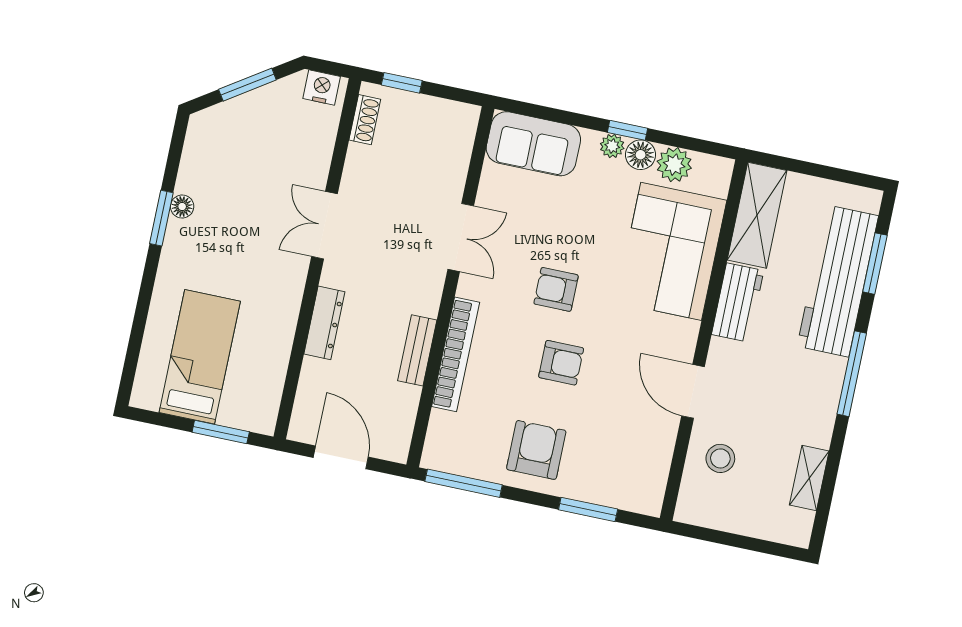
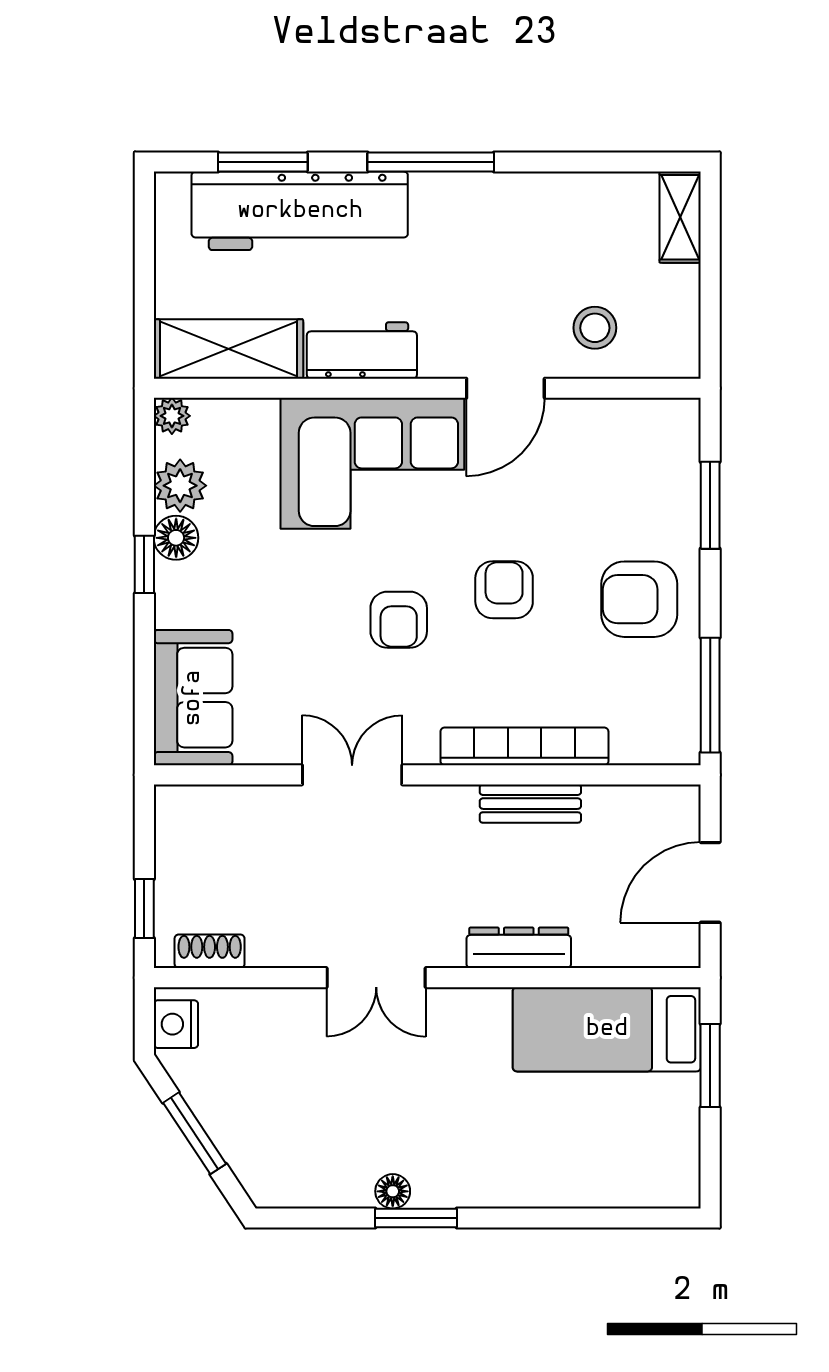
plant: (612, 146) -> (172, 416), moved
corner sofa: (671, 251) -> (372, 463), moved
bed: (200, 357) -> (607, 1029), moved
shelving: (809, 478) -> (680, 217), moved, turned 90

